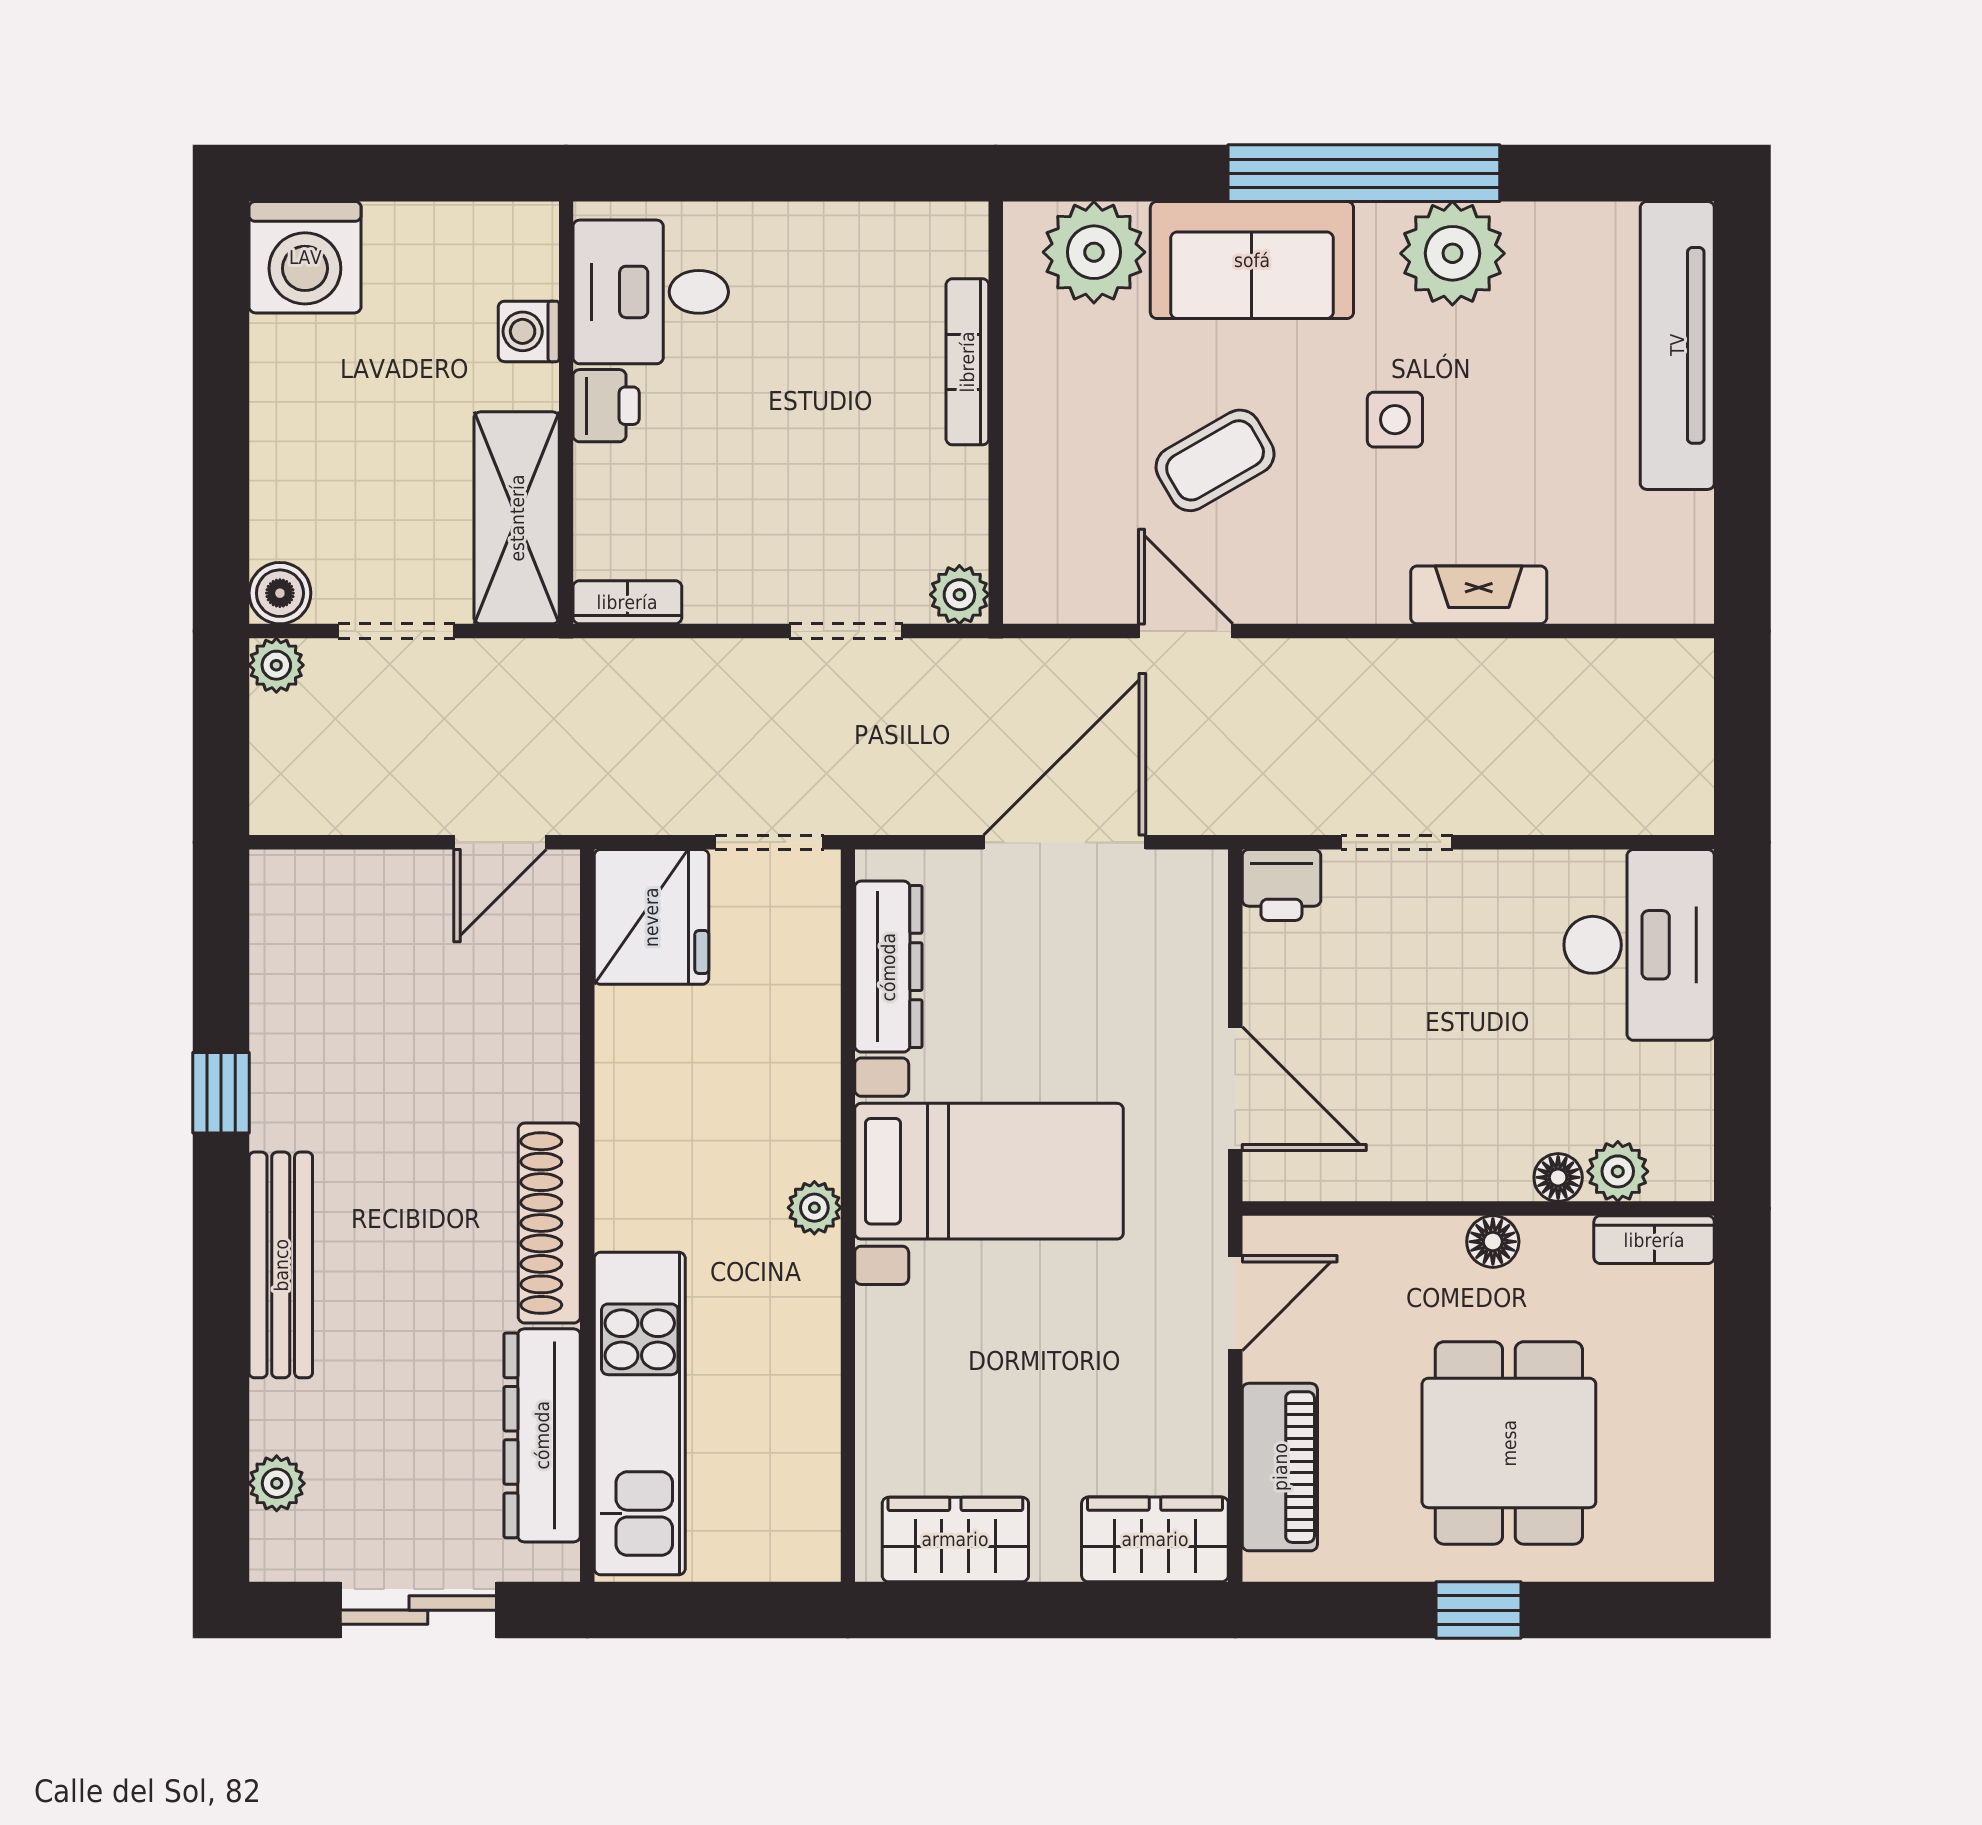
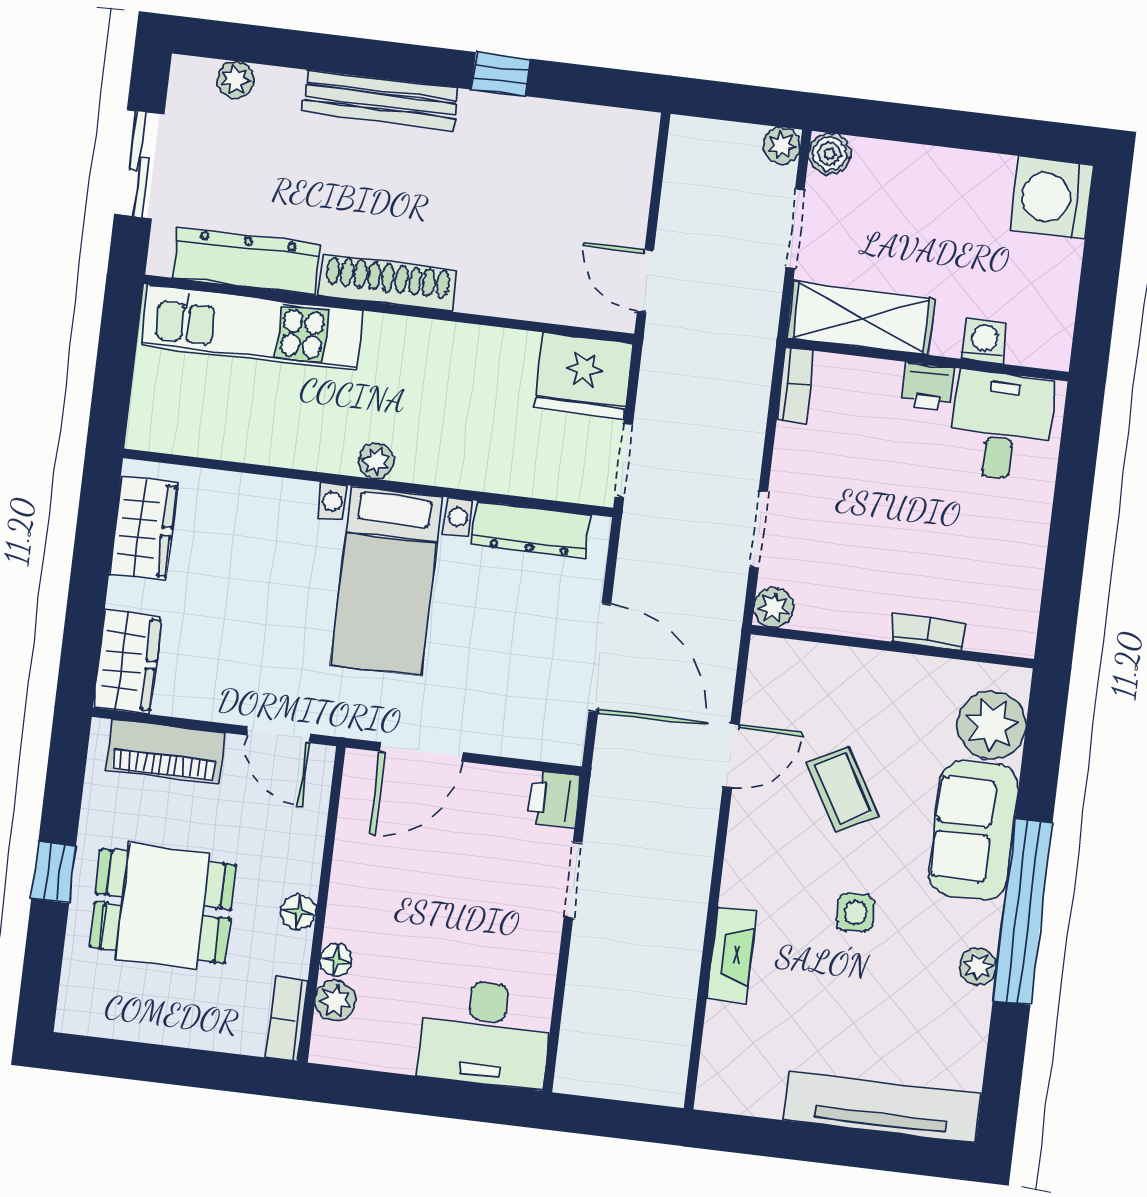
plant: (1452, 253) -> (978, 966), width x0.53, depth x0.53
bookcase: (967, 362) -> (929, 632), width x0.64

